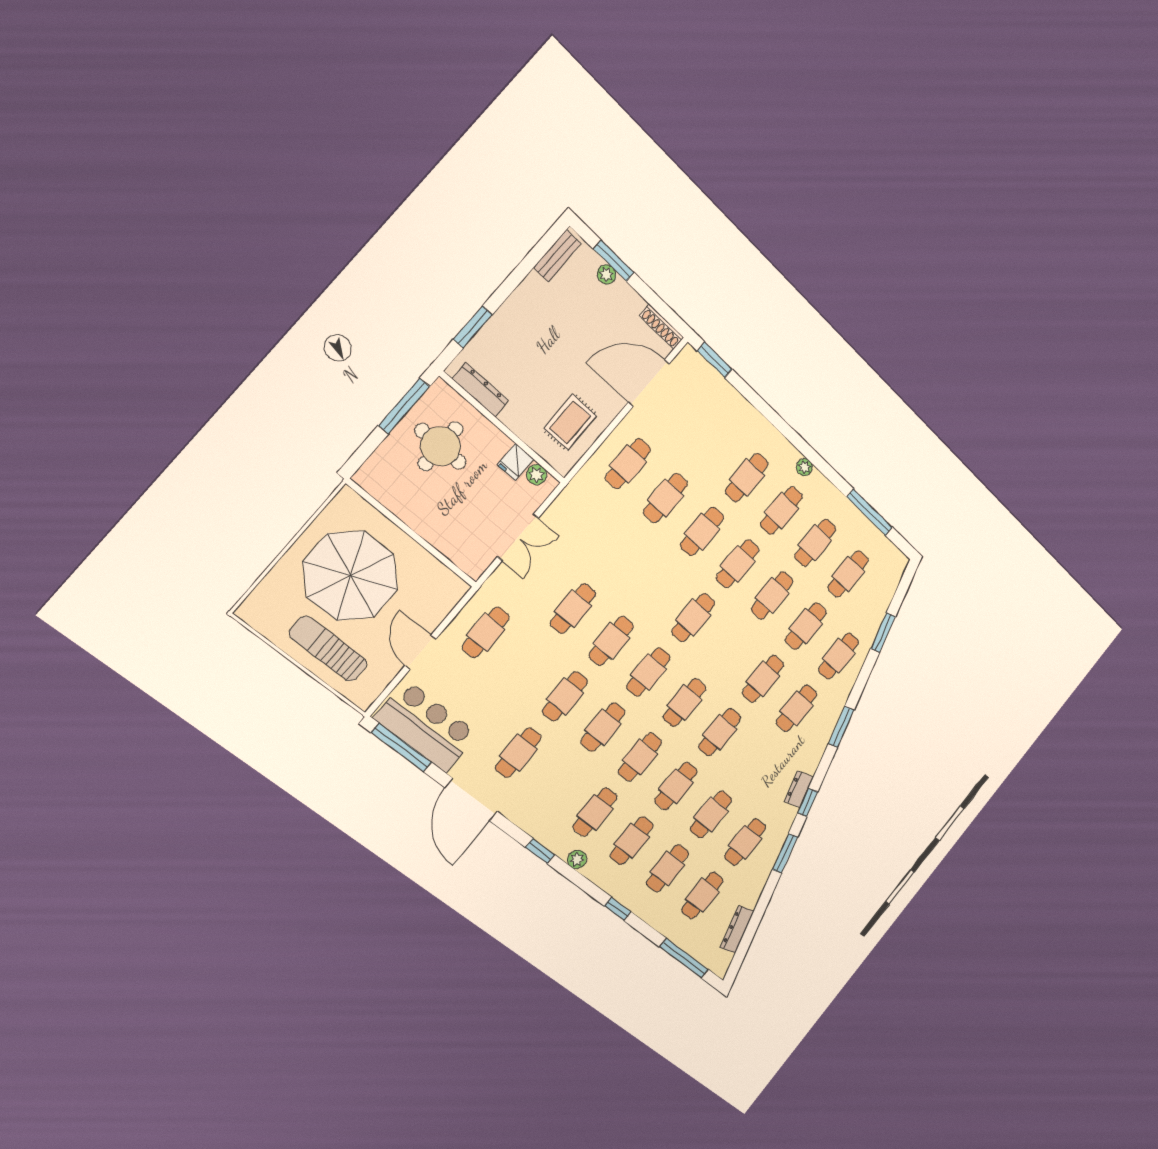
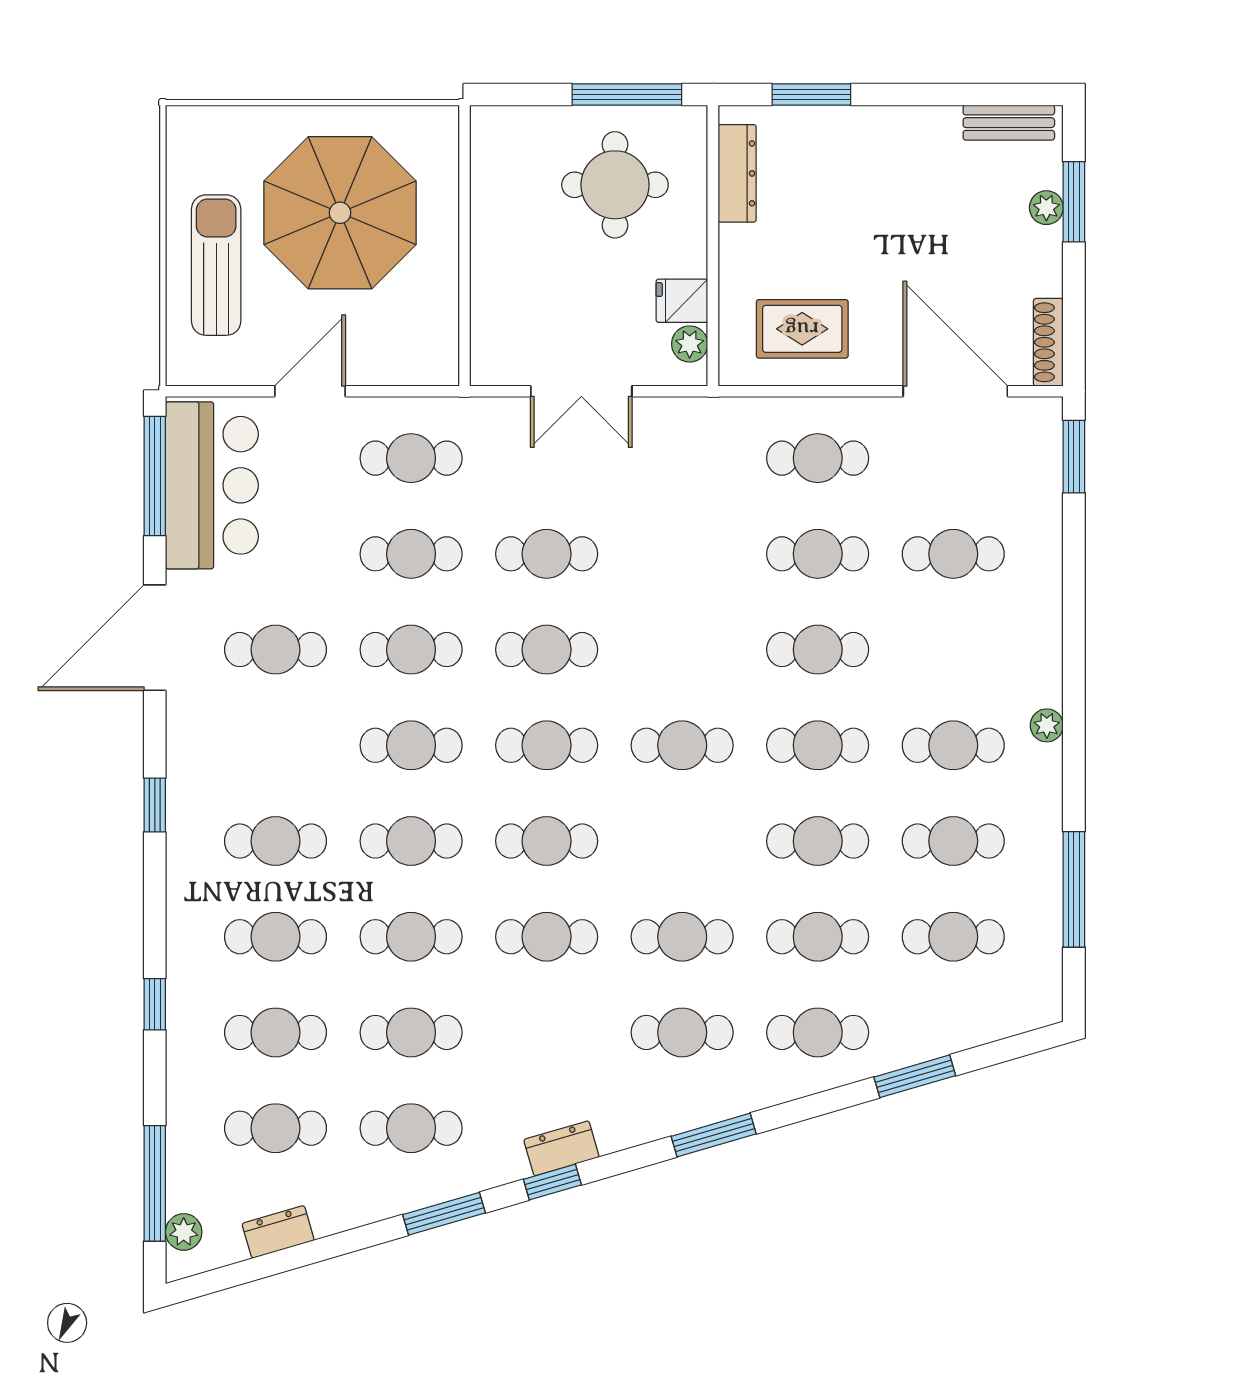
cafe table: (747, 478) -> (953, 554), moved
cafe table: (526, 665) -> (411, 554), added
plant: (577, 859) -> (184, 1232), moved
dresser: (737, 929) -> (278, 1232), width x0.70

